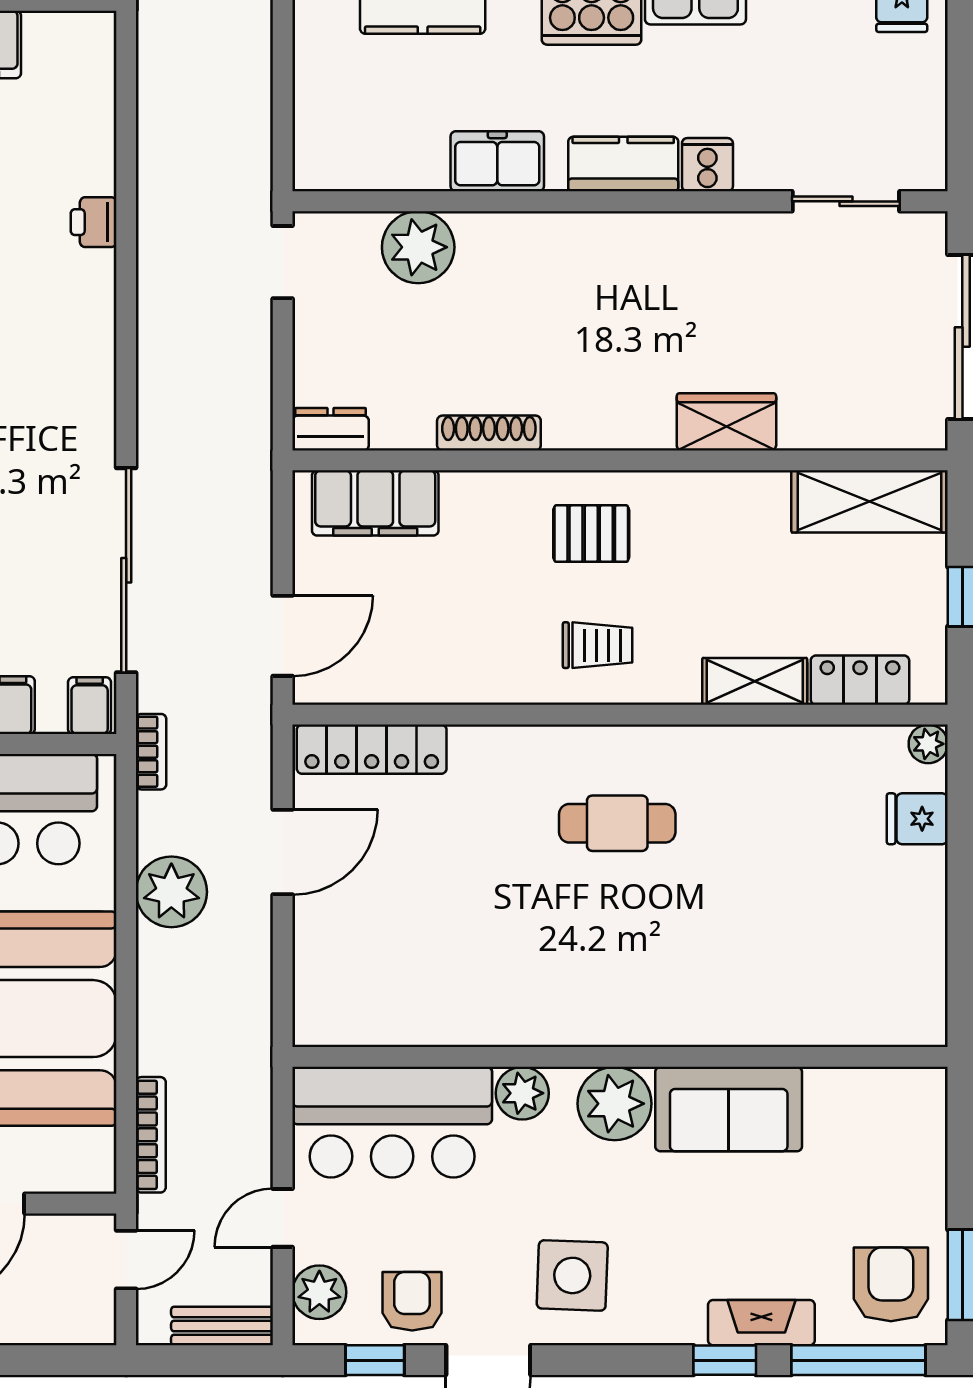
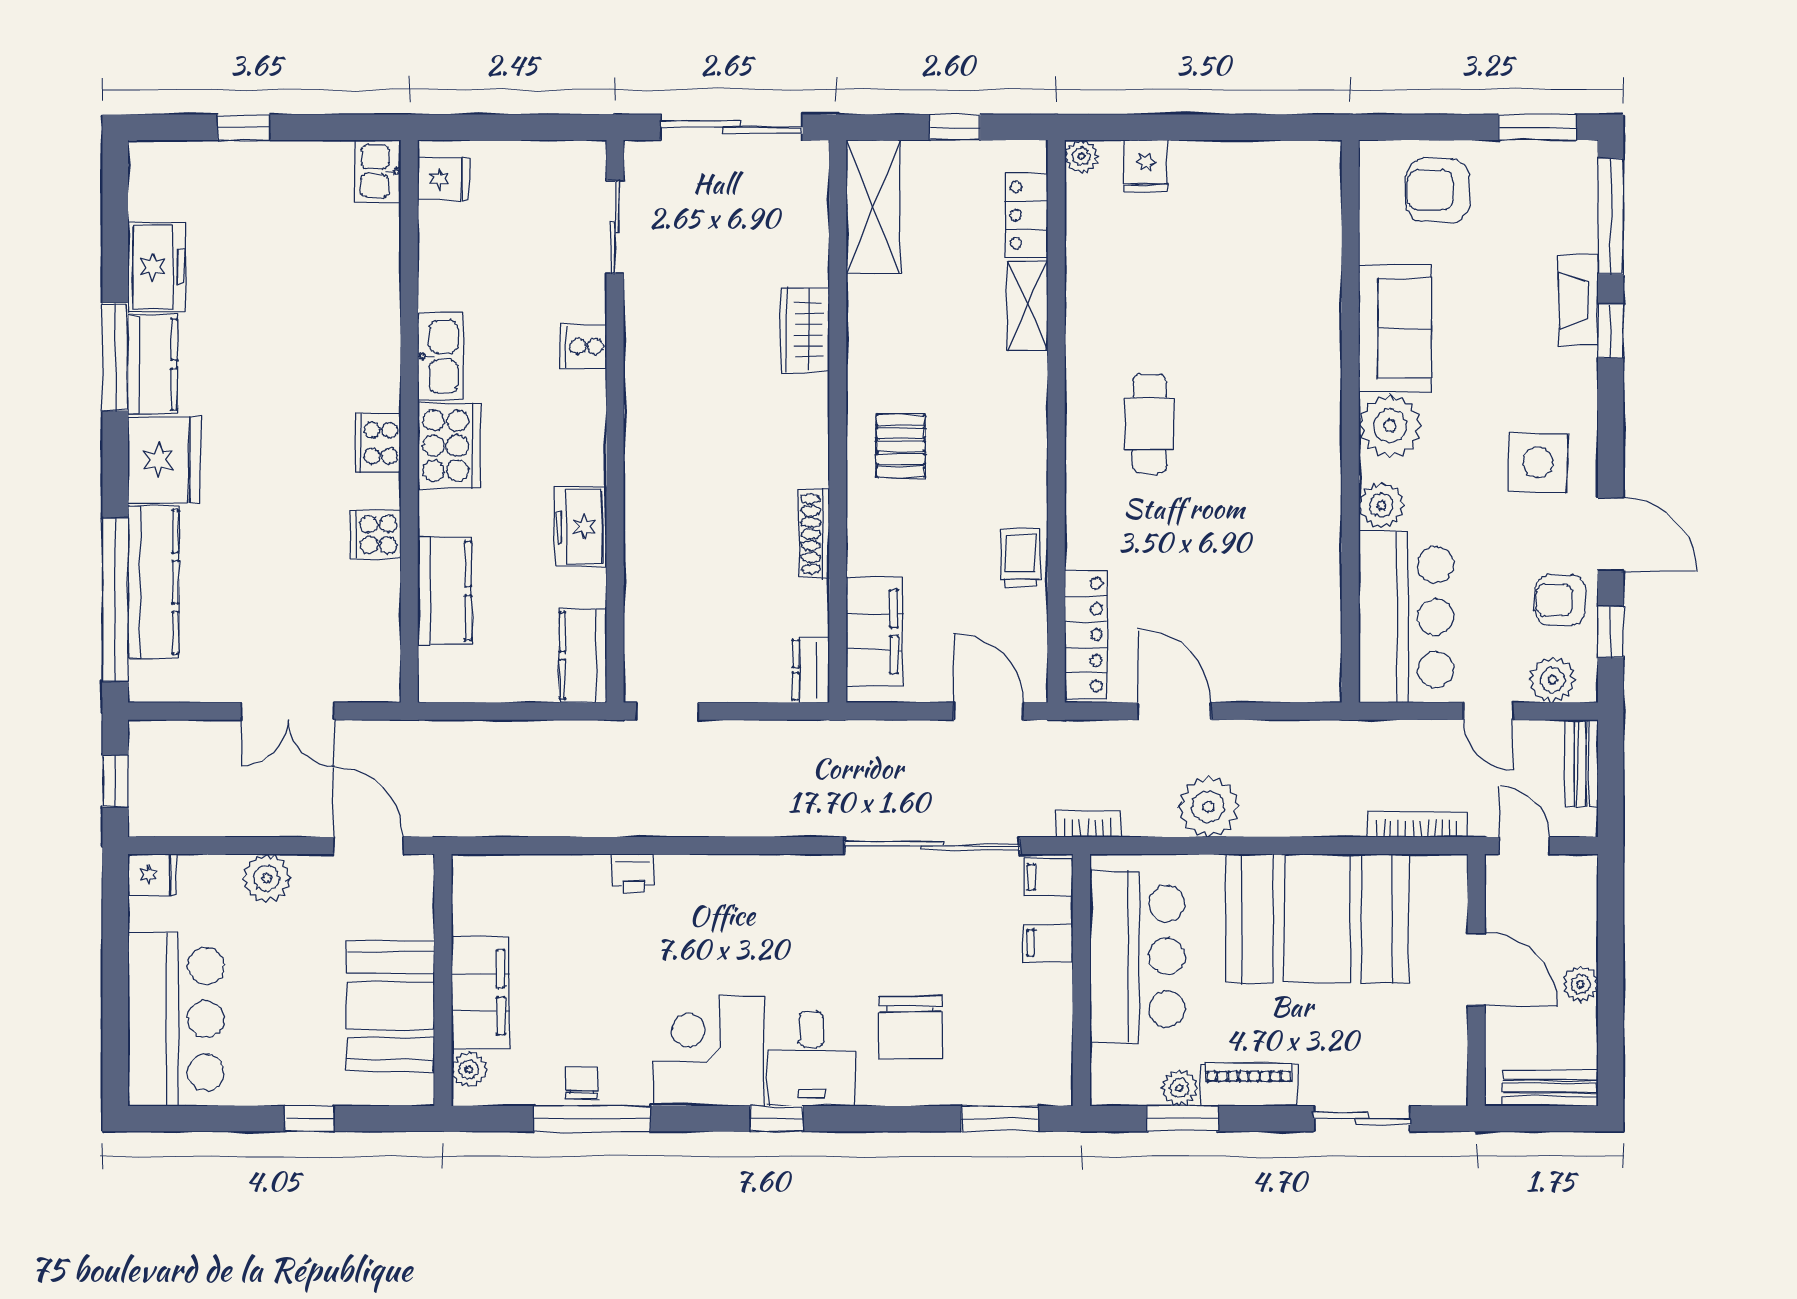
kitchen counter: (623, 164) -> (583, 656), moved
plant: (418, 247) -> (655, 595), removed
trolley: (598, 645) -> (1020, 558), moved
armchair: (891, 1284) -> (1438, 190), moved

